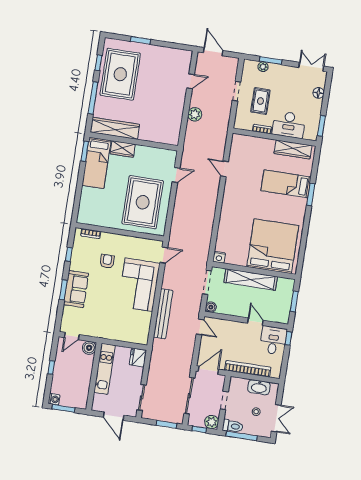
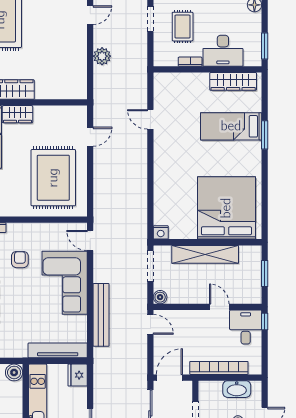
door: (164, 255) -> (90, 240), swing flipped
tv unit: (125, 336) -> (58, 350), added

